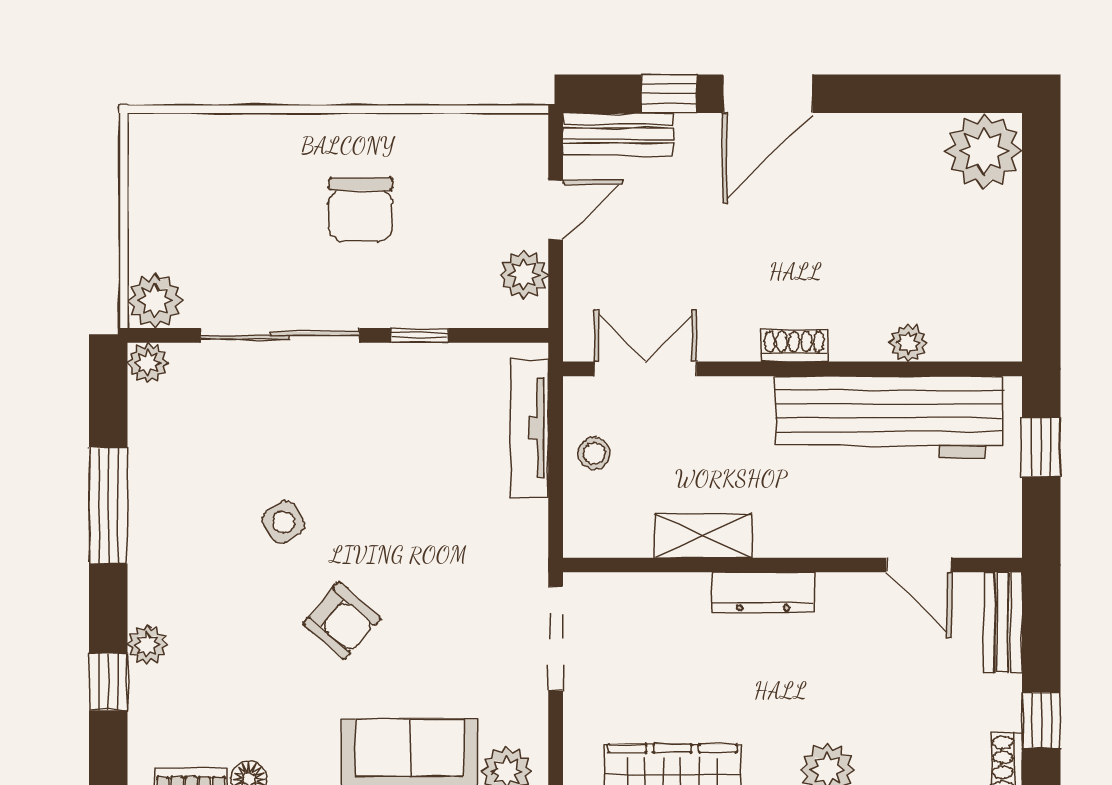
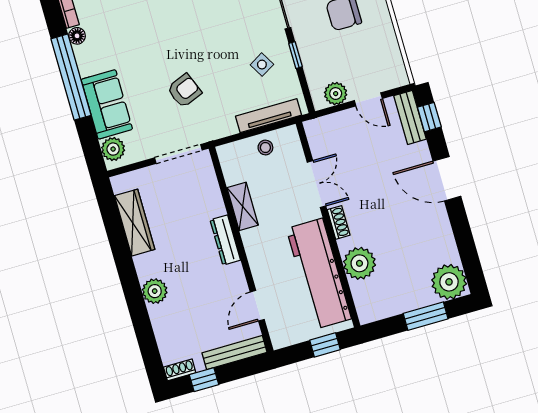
window: (669, 94) -> (429, 117), moved
window: (1041, 220) -> (426, 316), added
plant: (908, 343) -> (359, 263), width x1.87, depth x1.87
double door: (645, 369) -> (316, 184), moved
side table: (283, 522) -> (262, 65), moved
armchair: (342, 621) -> (184, 91), moved, turned -153
bench: (1003, 622) -> (234, 353), width x1.36

